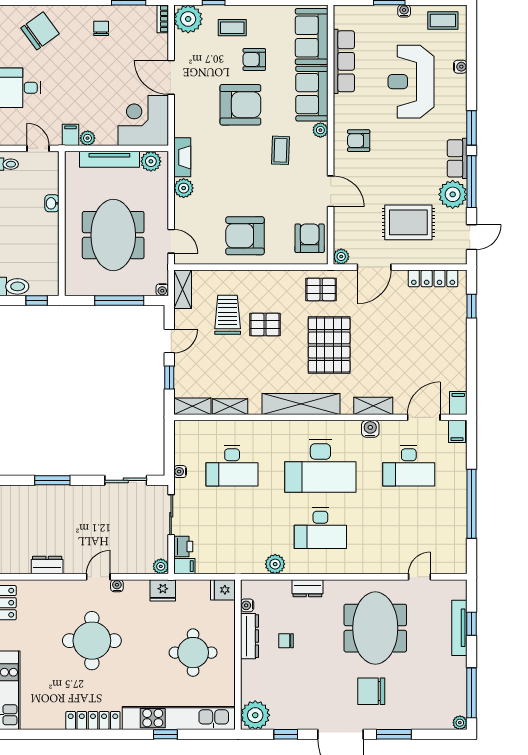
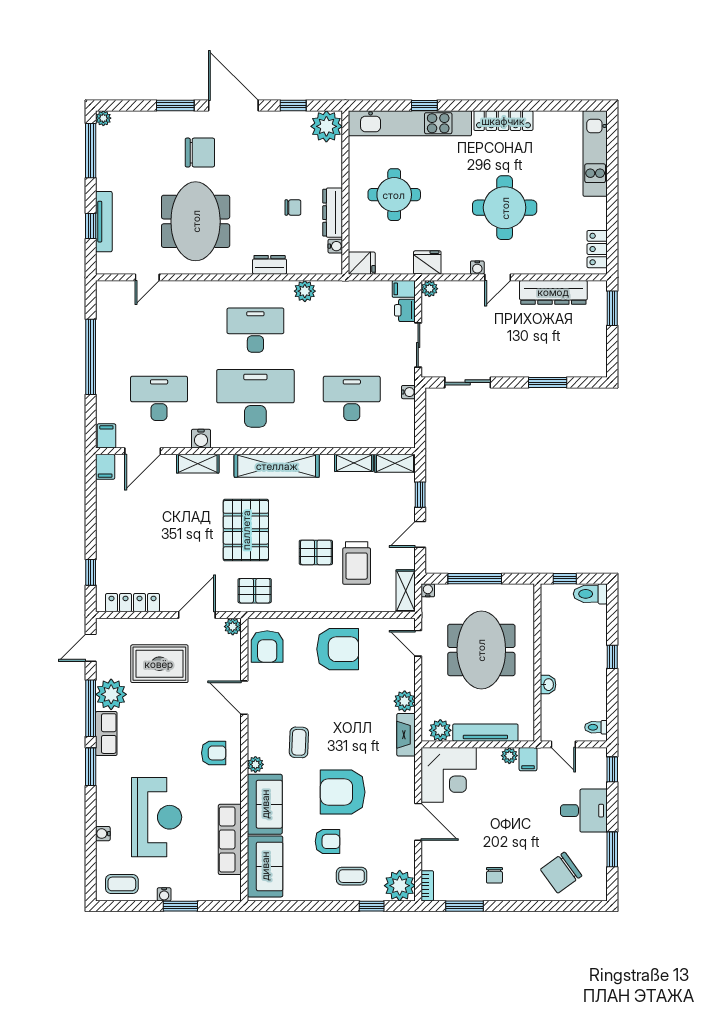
dresser: (47, 565) -> (553, 292), width x1.96, depth x1.24

